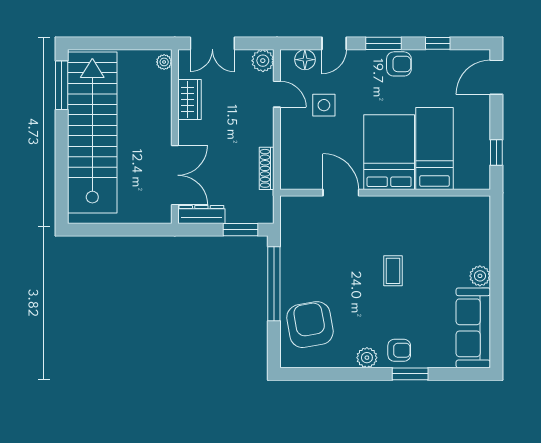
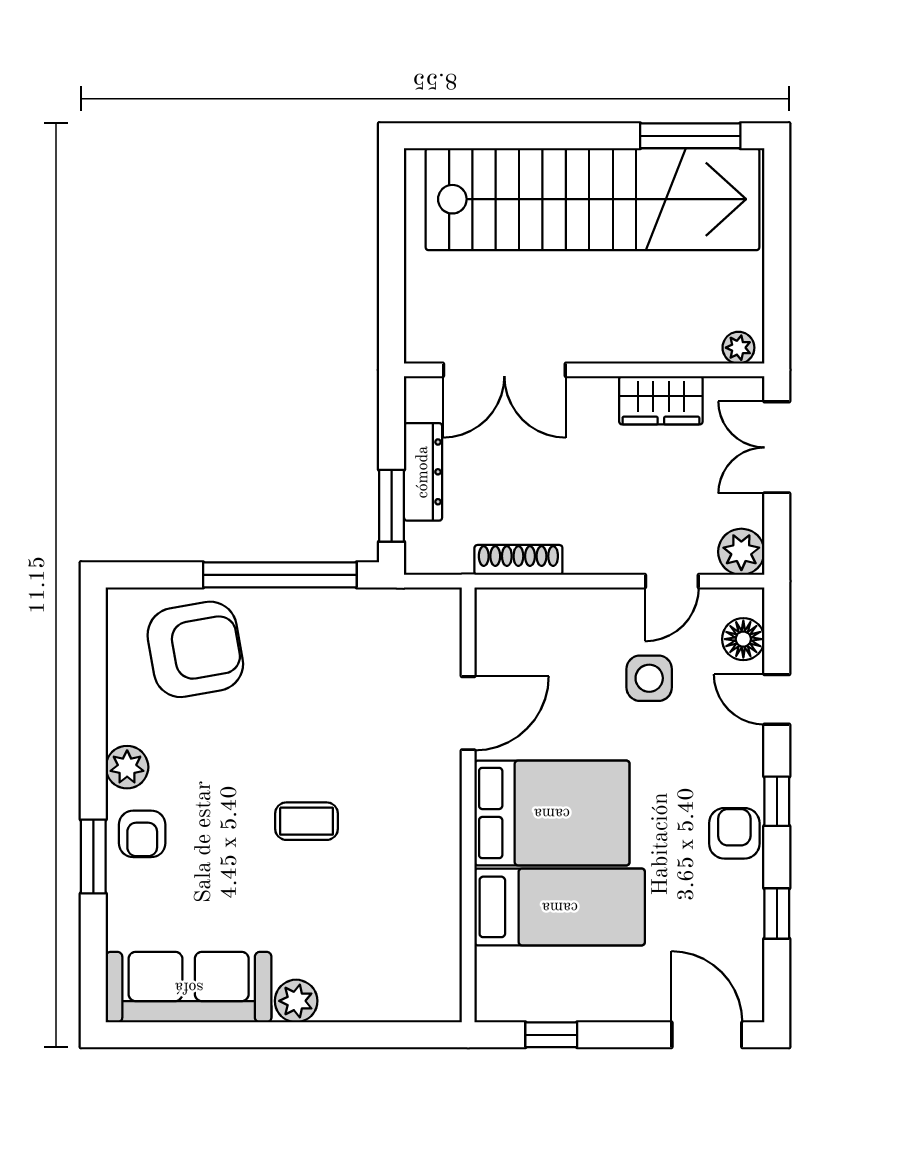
window: (383, 43) -> (777, 801), width x0.67
armchair: (399, 64) -> (734, 833), turned 180
dresser: (201, 214) -> (423, 472), moved

